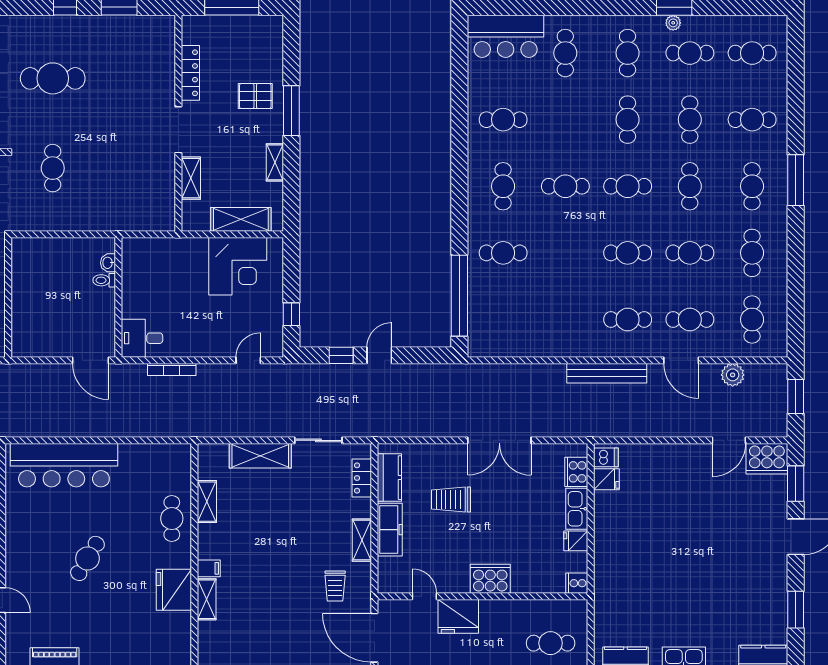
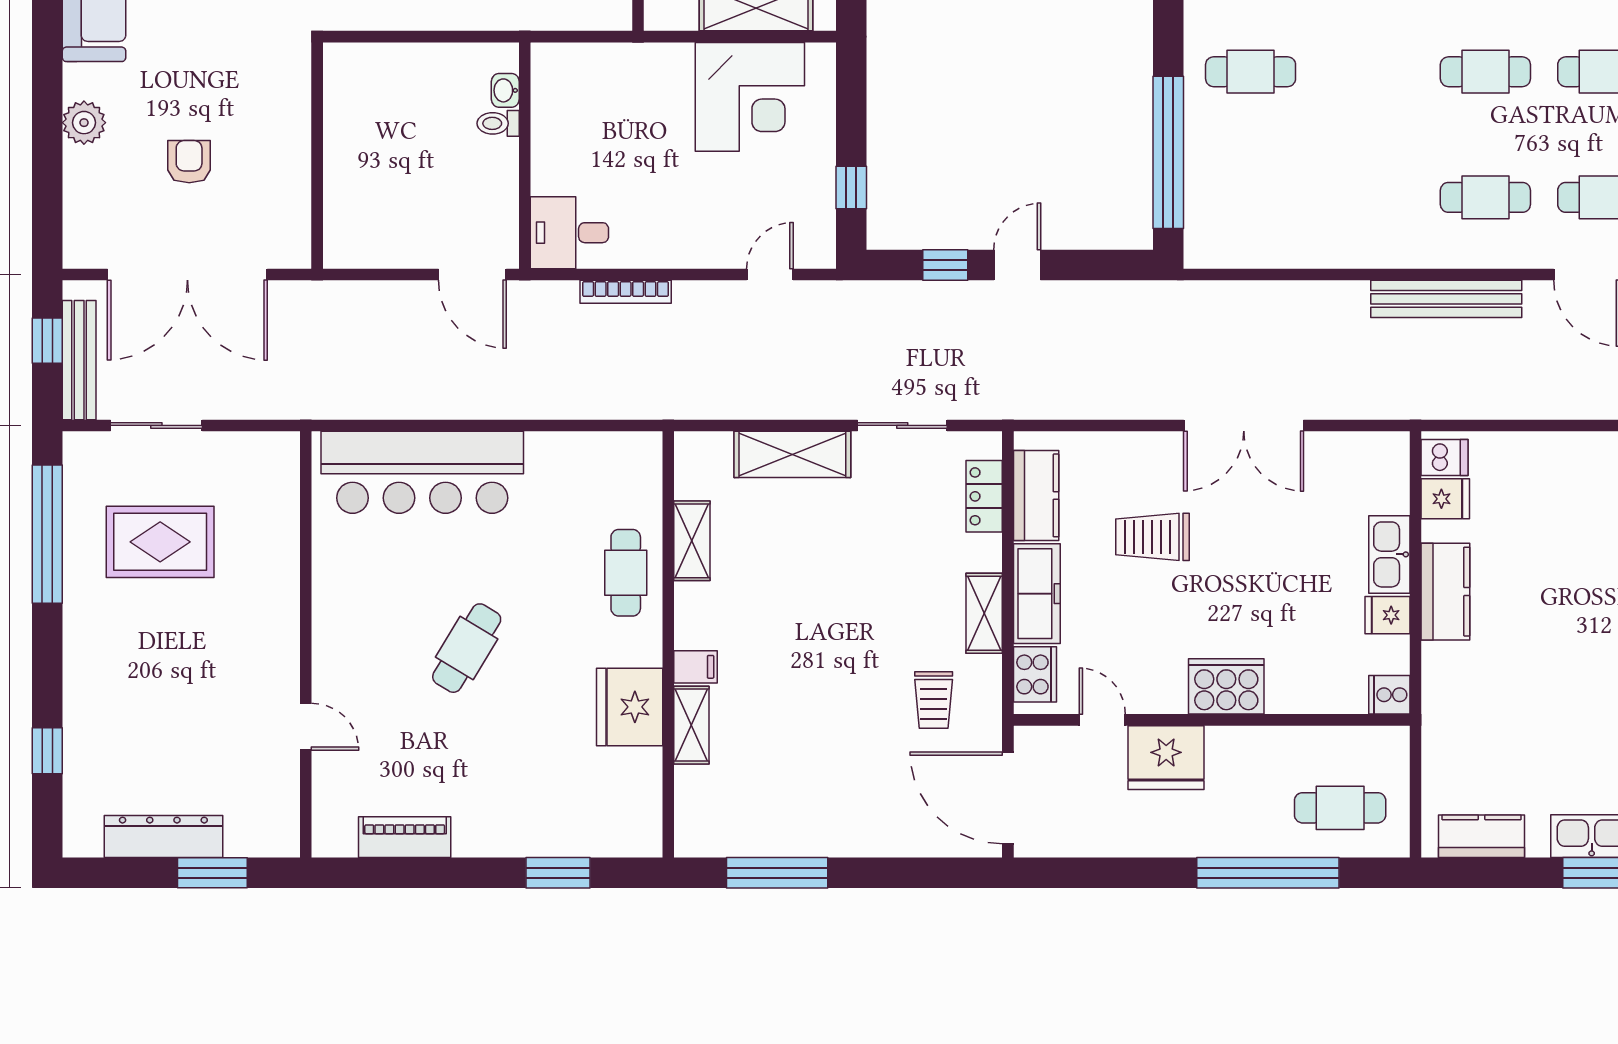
cooker: (576, 472) -> (1035, 674), moved, turned 180
kitchen counter: (606, 528) -> (1445, 592), added

